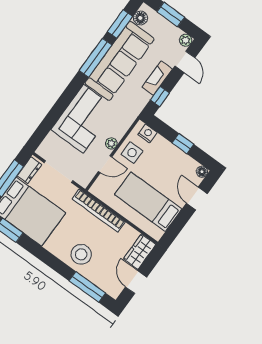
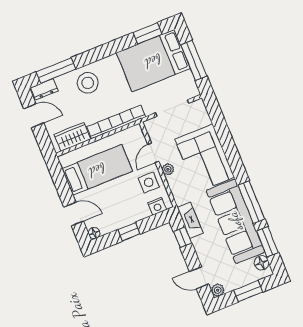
fireplace: (157, 78) -> (190, 220), moved
dresser: (29, 170) -> (44, 89), moved, turned -90
wardrobe: (140, 252) -> (72, 137), moved, turned -90

